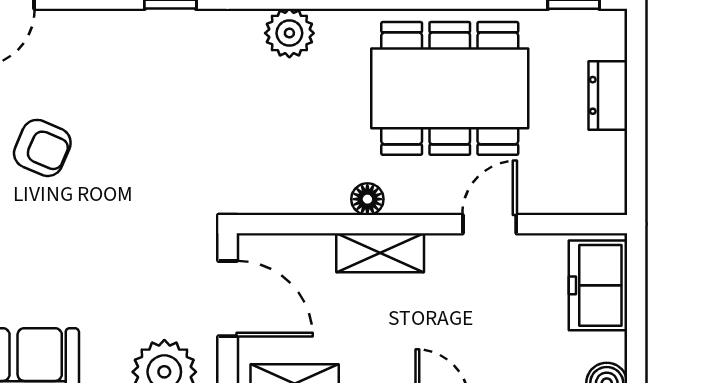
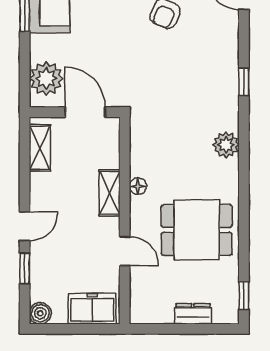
dining table: (450, 88) -> (197, 230), width x0.73
door: (228, 299) -> (85, 112), swing flipped

